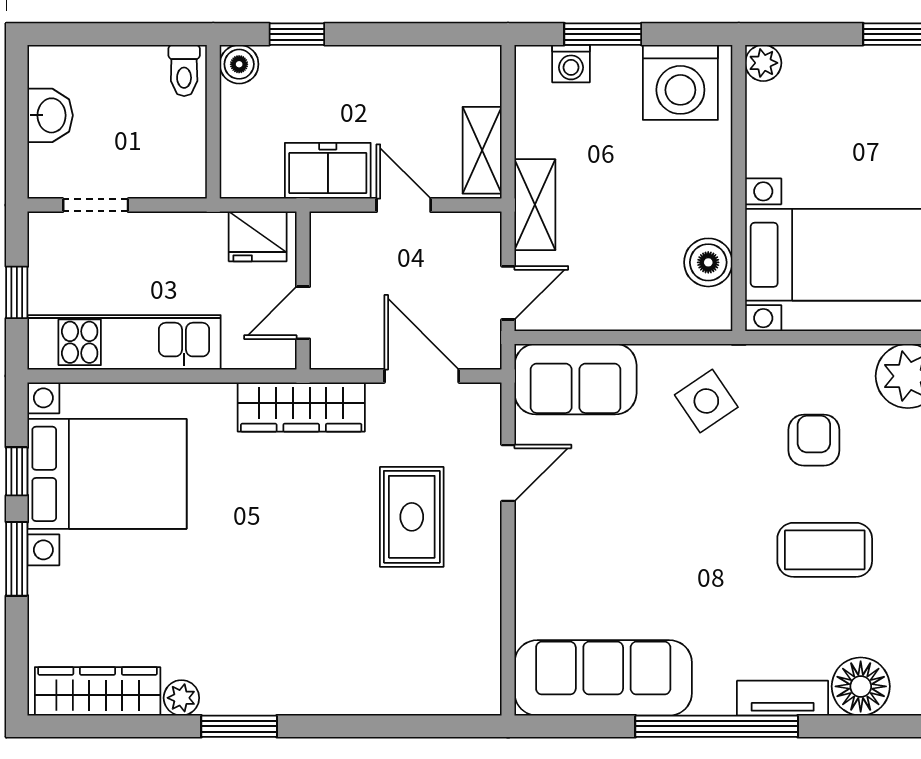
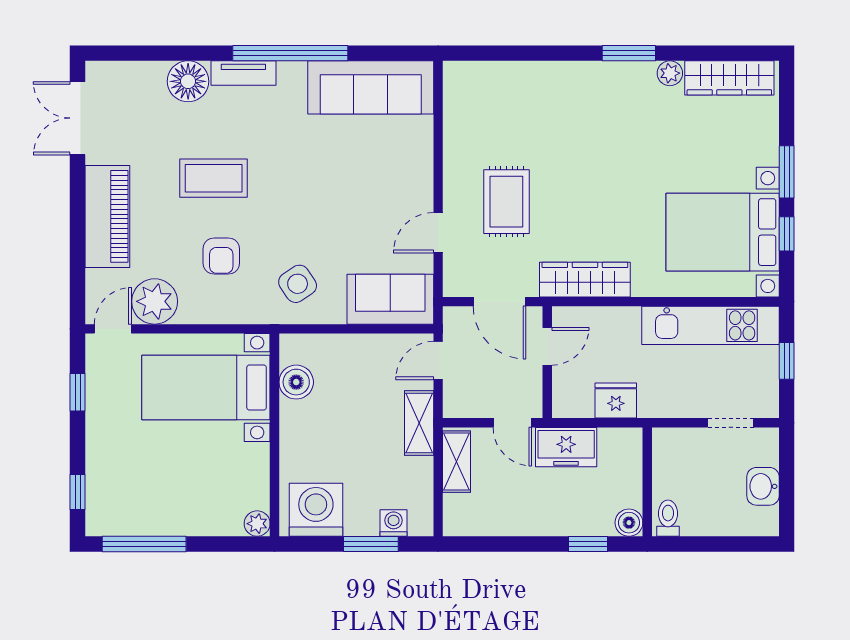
wall: (303, 290) -> (547, 362), moved
door: (303, 313) -> (547, 346), moved

